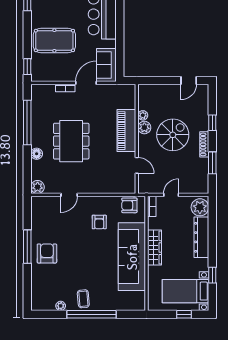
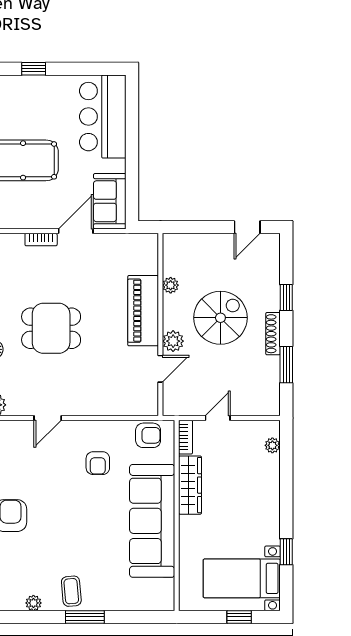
plant: (144, 128) -> (173, 341), moved
dining table: (71, 141) -> (51, 328), width x0.73
door: (137, 165) -> (160, 369), hinge flipped
armchair: (129, 205) -> (148, 435), turned 180
plant: (200, 207) -> (272, 445), width x0.53, depth x0.53
dresser: (201, 237) -> (268, 489), removed
wardrobe: (155, 248) -> (190, 485), moved
window: (91, 314) -> (85, 617), width x0.47

